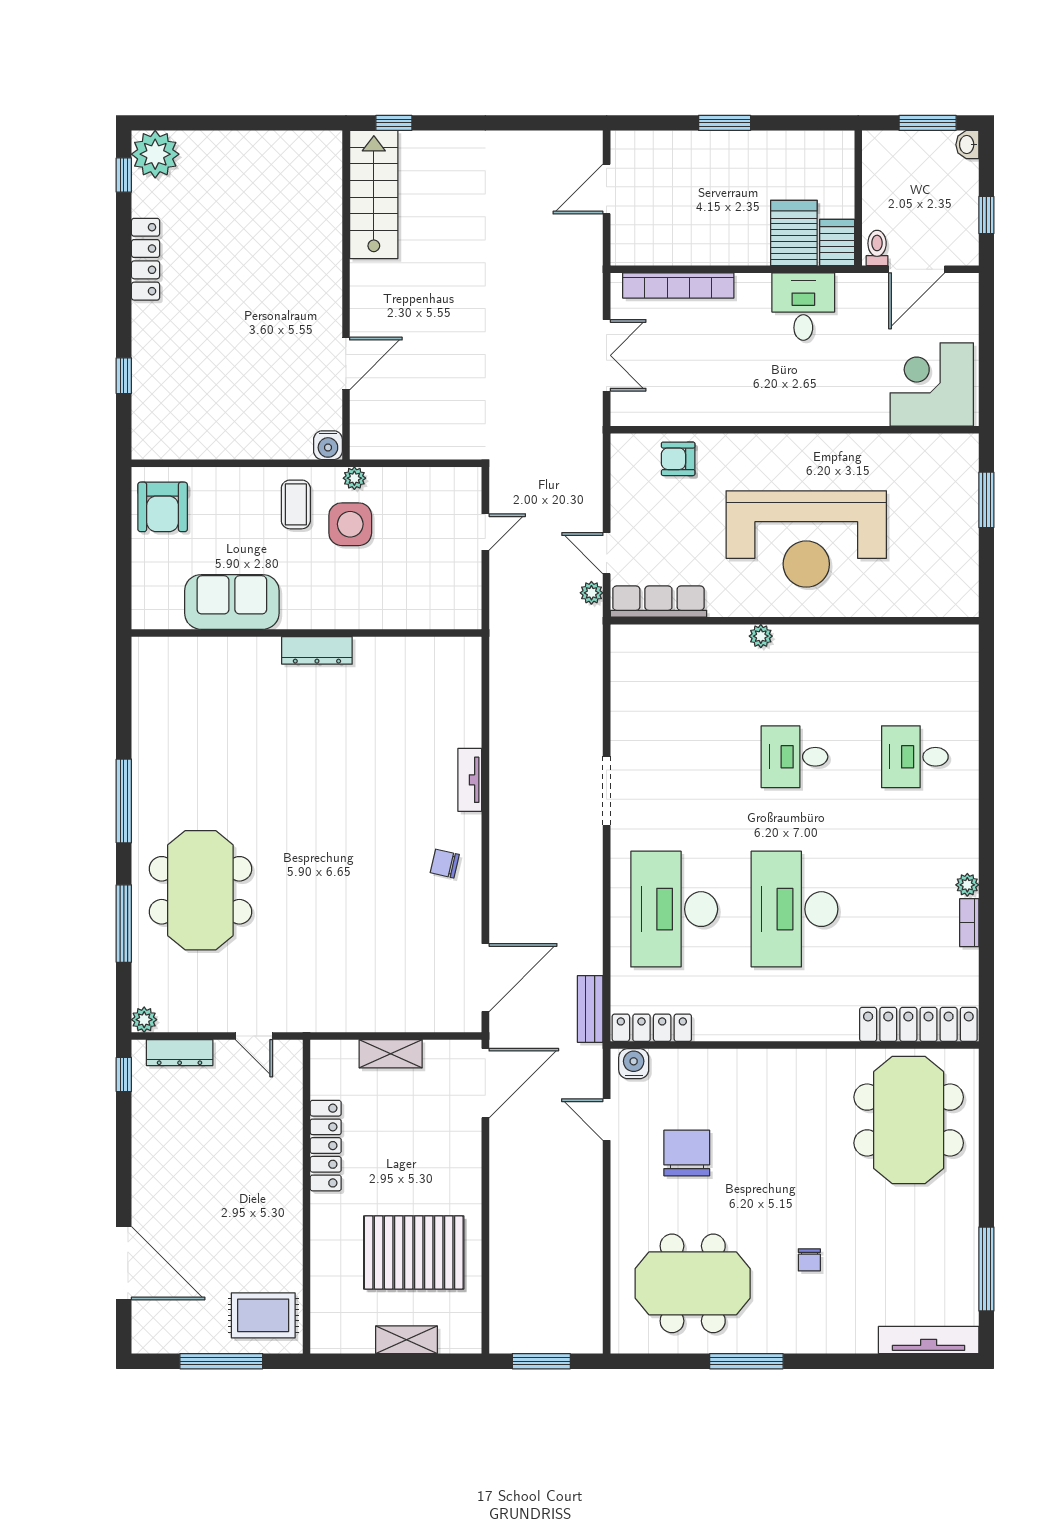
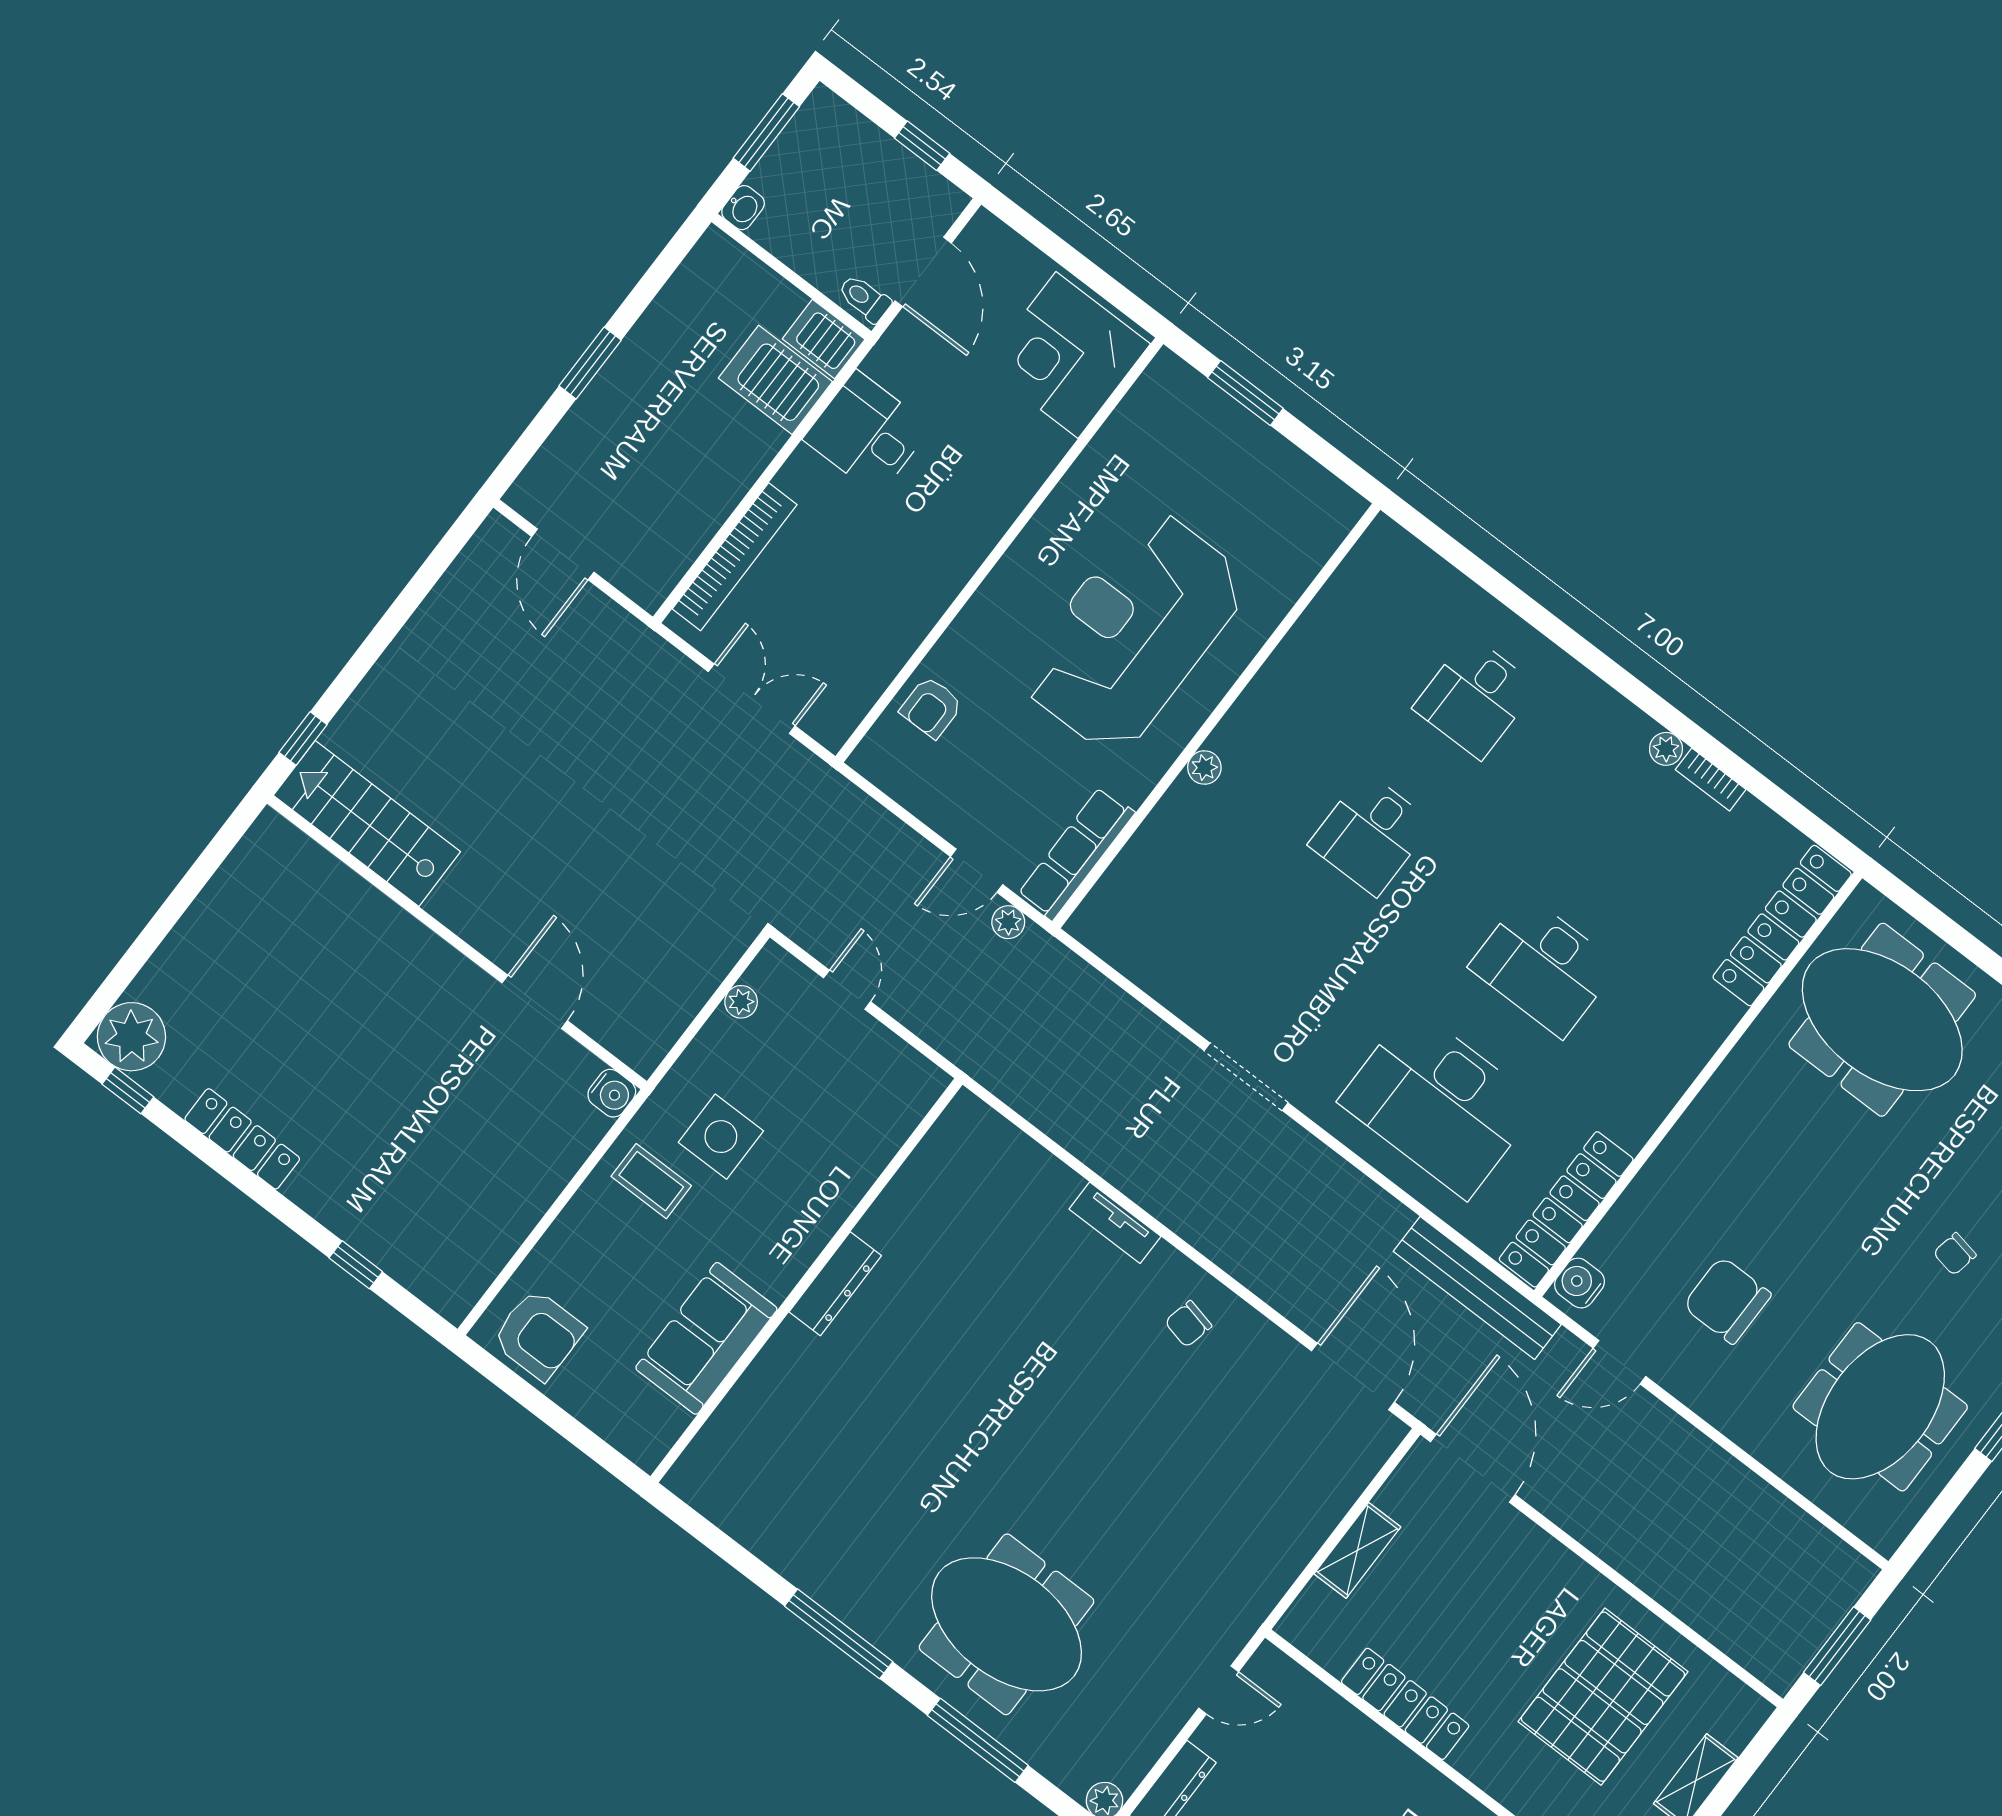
washbasin: (967, 145) -> (743, 208), moved, turned -90
plant: (354, 478) -> (741, 1002), moved
reception desk: (806, 539) -> (1134, 632), turned 180
desk: (795, 909) -> (1544, 966), width x0.73, depth x0.77
bench: (590, 1009) -> (1477, 1288), width x1.86, depth x1.21
locker: (652, 1028) -> (1566, 1209), width x1.41, depth x1.21
chair: (809, 1260) -> (1955, 1254), turned 101

